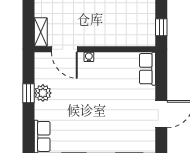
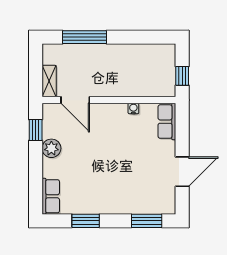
water cooler: (89, 57) -> (133, 109), moved
window: (28, 93) -> (36, 130), moved

